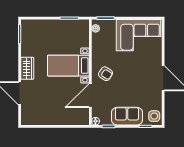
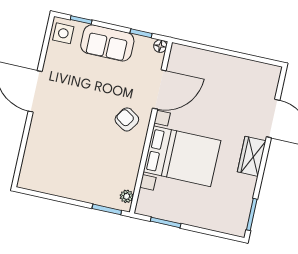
corner sofa: (138, 35) -> (60, 170), removed
bed with nightstands: (68, 66) -> (182, 156), width x1.36

